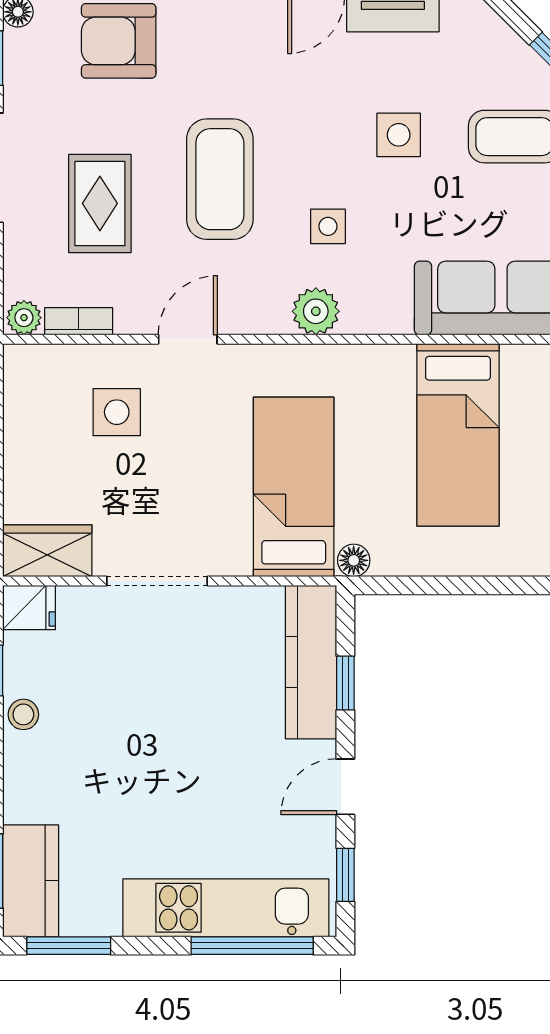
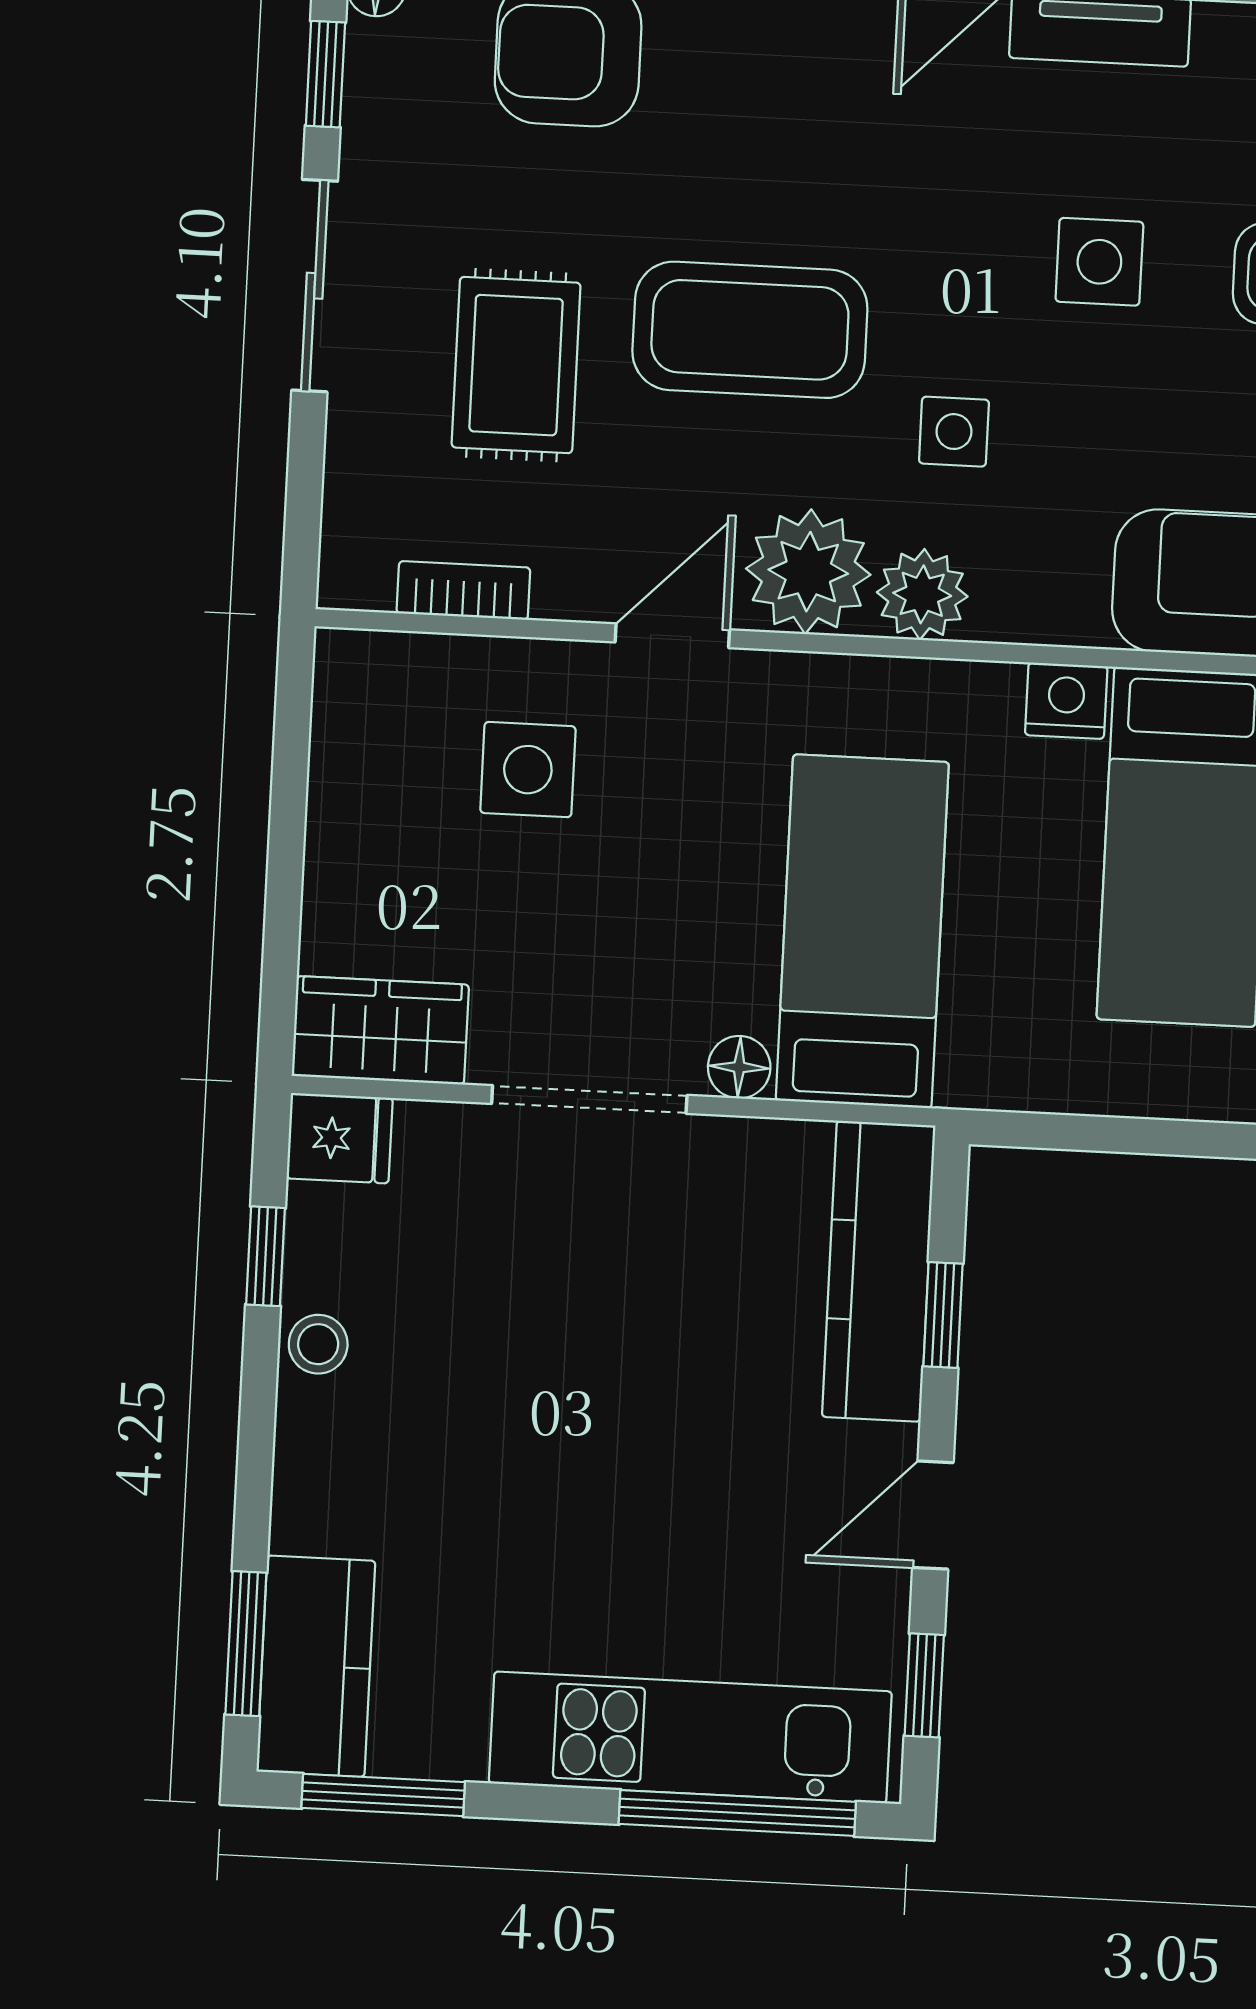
coffee table: (220, 179) -> (750, 330), turned 90
plant: (24, 318) -> (808, 572), moved, width x1.87, depth x1.87
nightstand: (393, 362) -> (1066, 701), added
floor lamp: (354, 560) -> (739, 1067), moved

